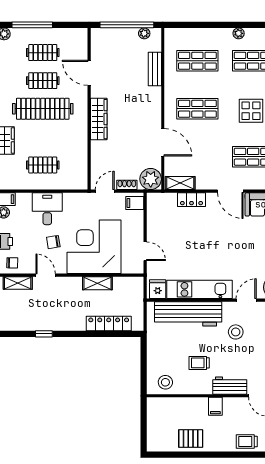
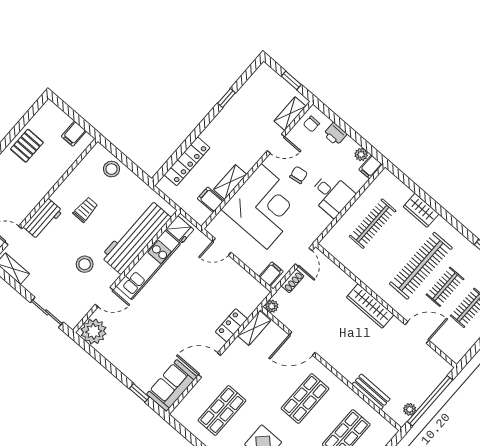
clothes rail: (43, 165) -> (373, 224), width x1.36
plant: (151, 179) -> (272, 306), width x0.53, depth x0.53
filing cabinet: (120, 286) -> (210, 200), added
door: (246, 300) -> (104, 297), hinge flipped
stool: (165, 382) -> (111, 169), moved
filing cabinet: (215, 406) -> (74, 134), moved, turned -90

